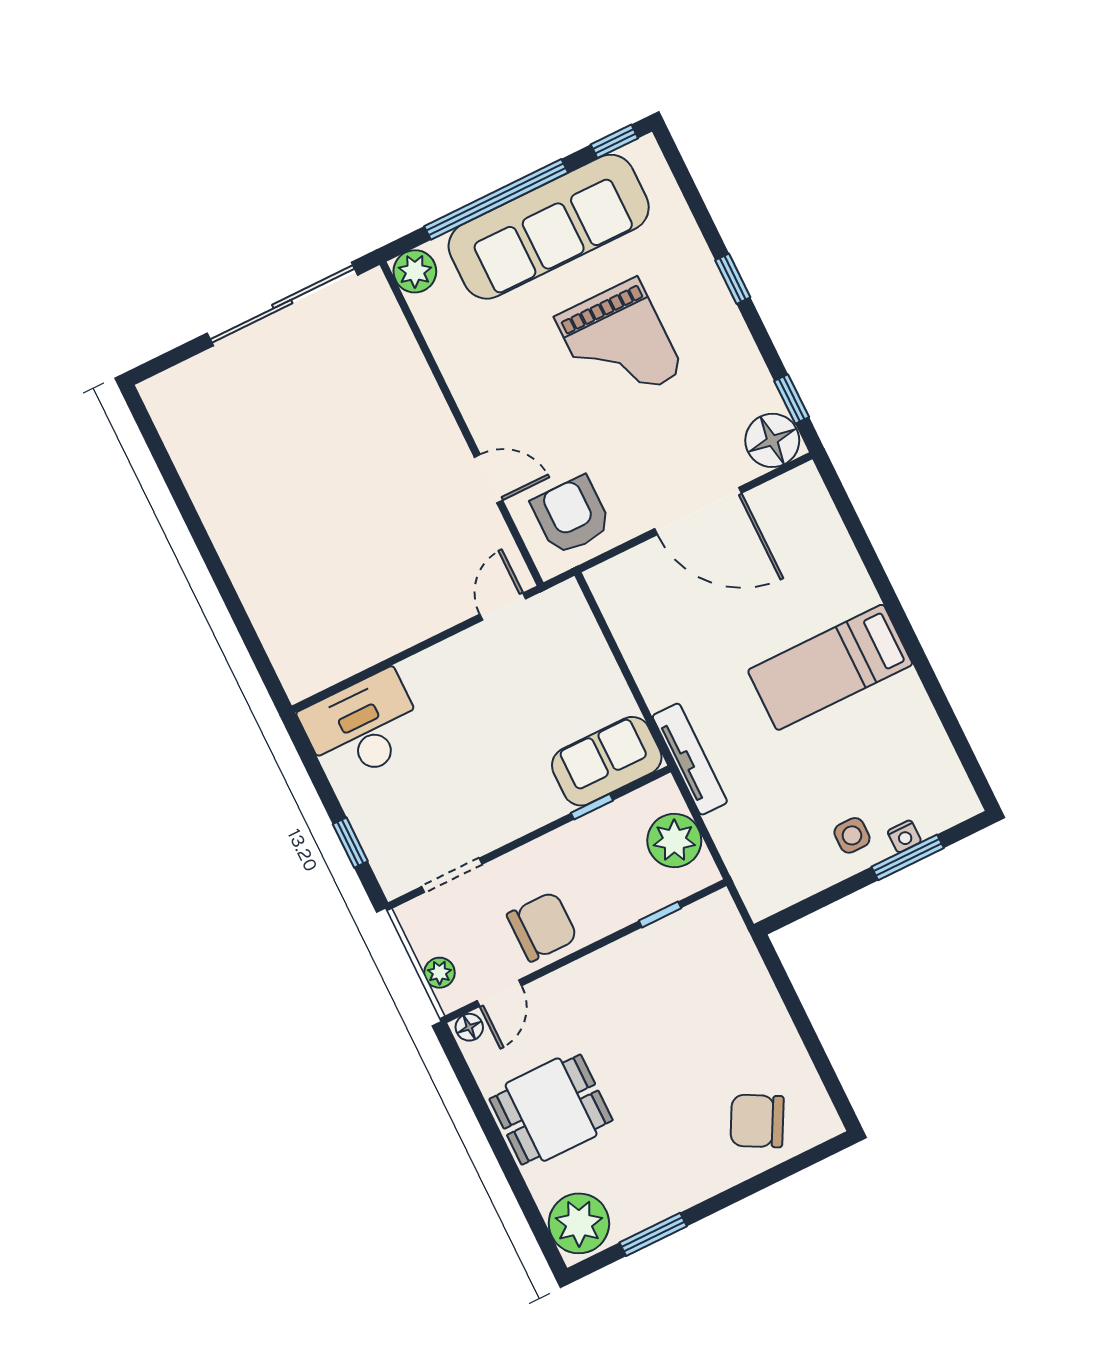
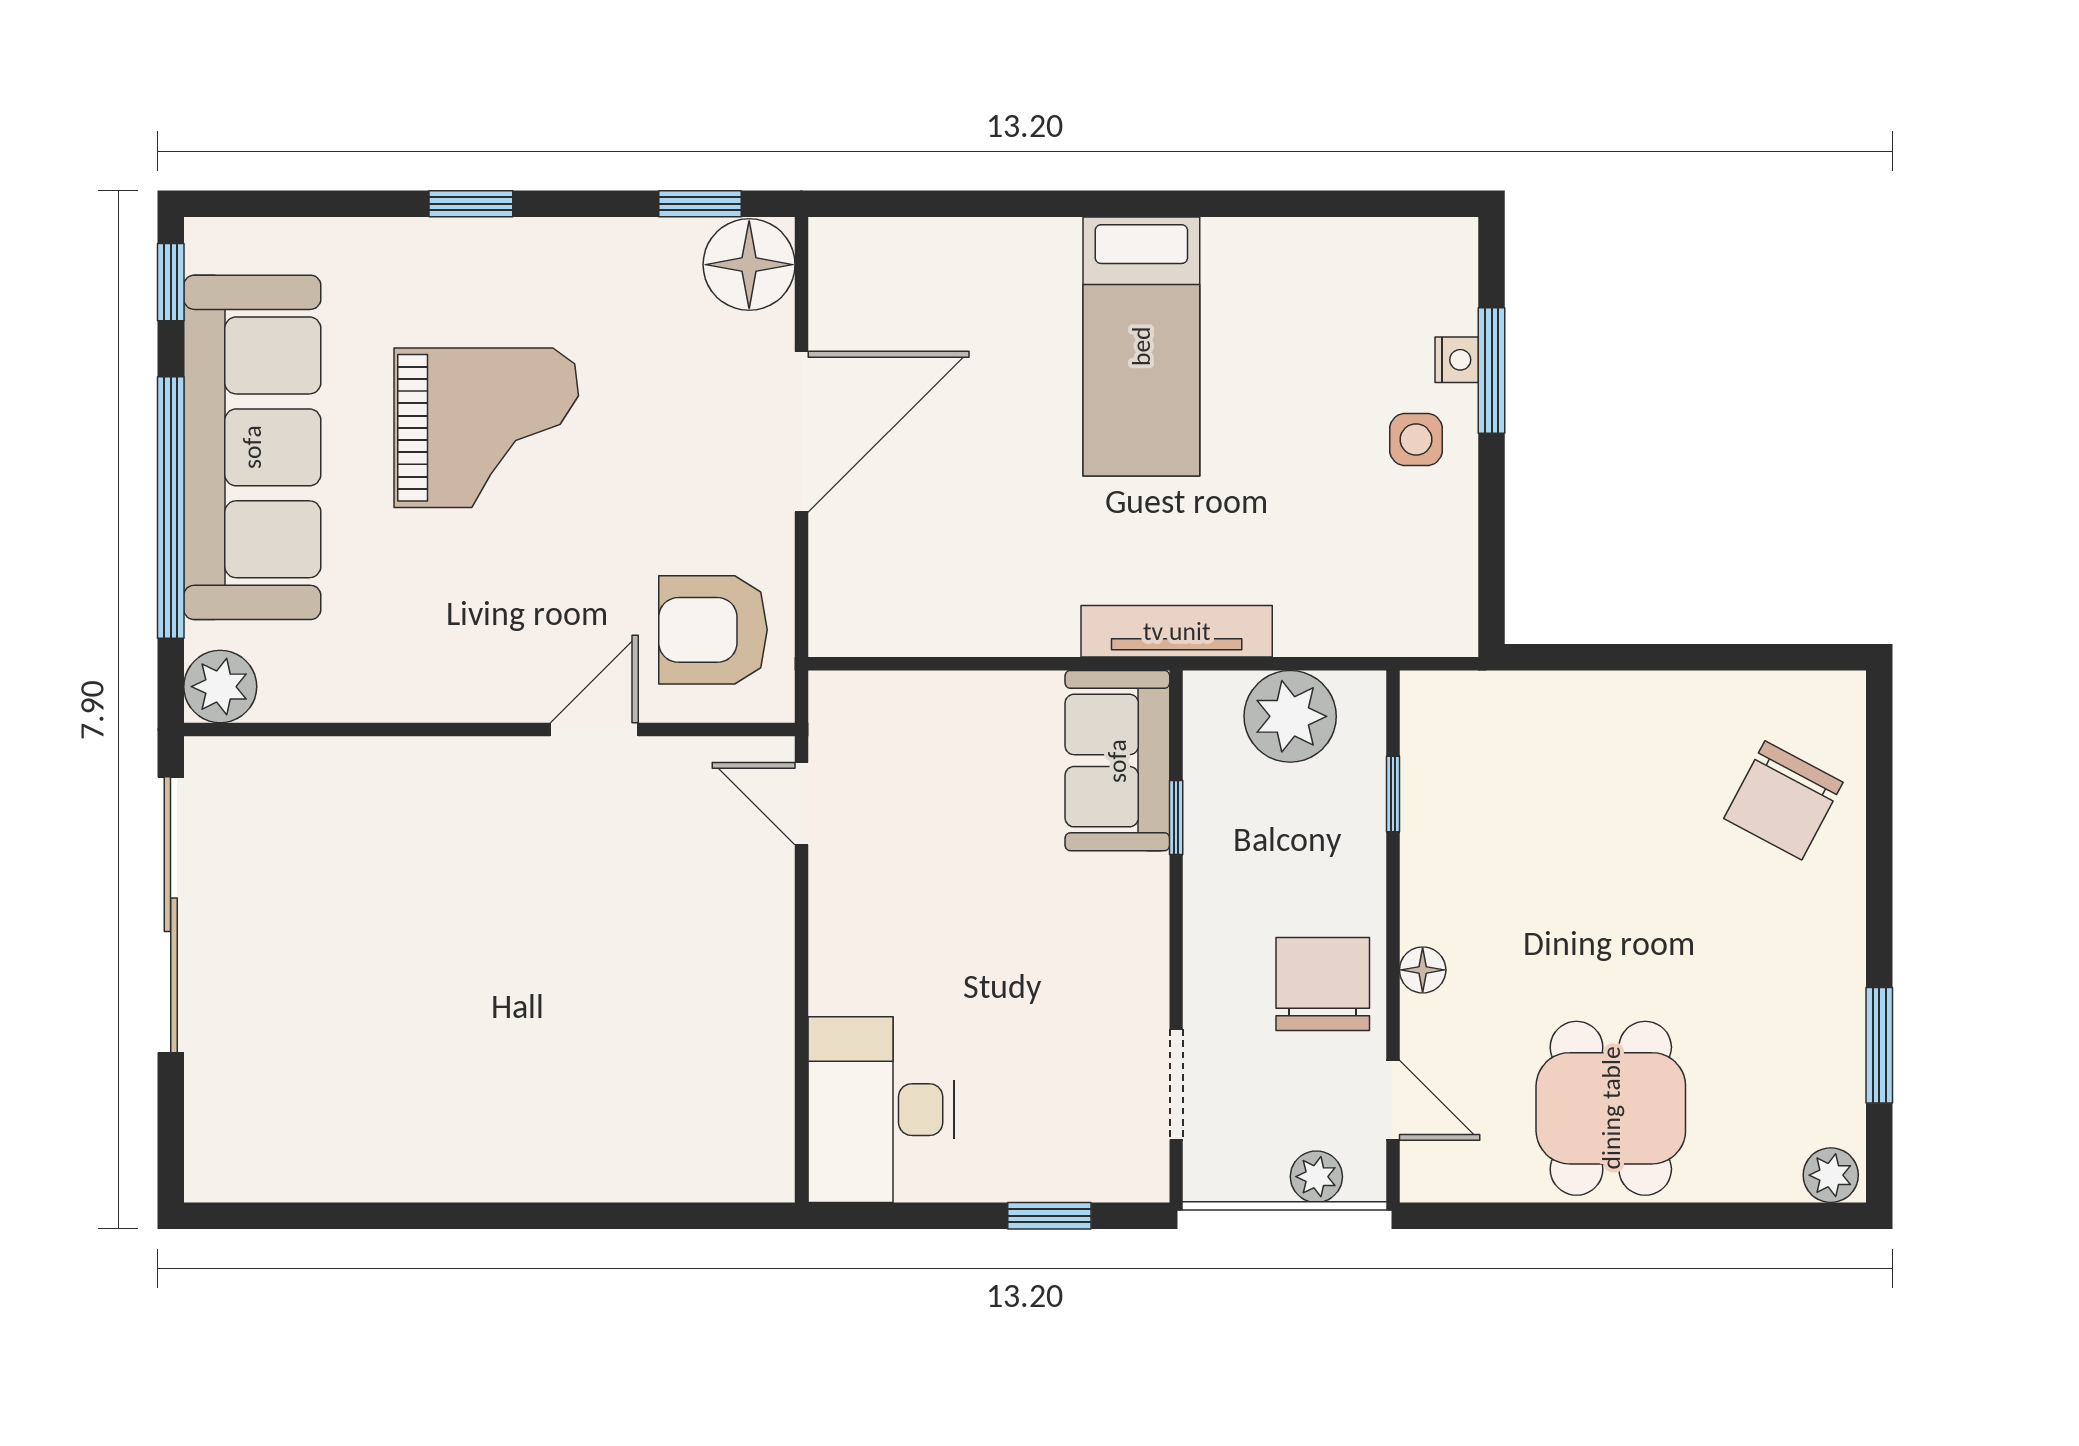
floor lamp: (469, 1027) -> (1423, 970), moved
plant: (579, 1223) -> (1831, 1175), width x0.53, depth x0.53

